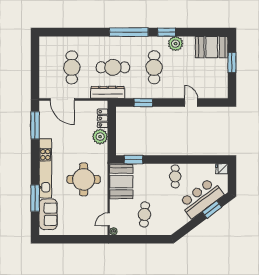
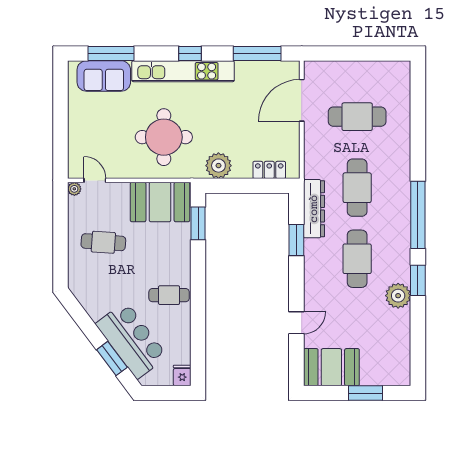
booth: (212, 47) -> (331, 367), moved, turned 90
cafe table: (154, 67) -> (357, 259), turned 90
dresser: (108, 92) -> (314, 209), moved
plant: (100, 137) -> (218, 166), moved
window: (35, 164) -> (190, 53), added
window: (35, 198) -> (111, 53), moved

